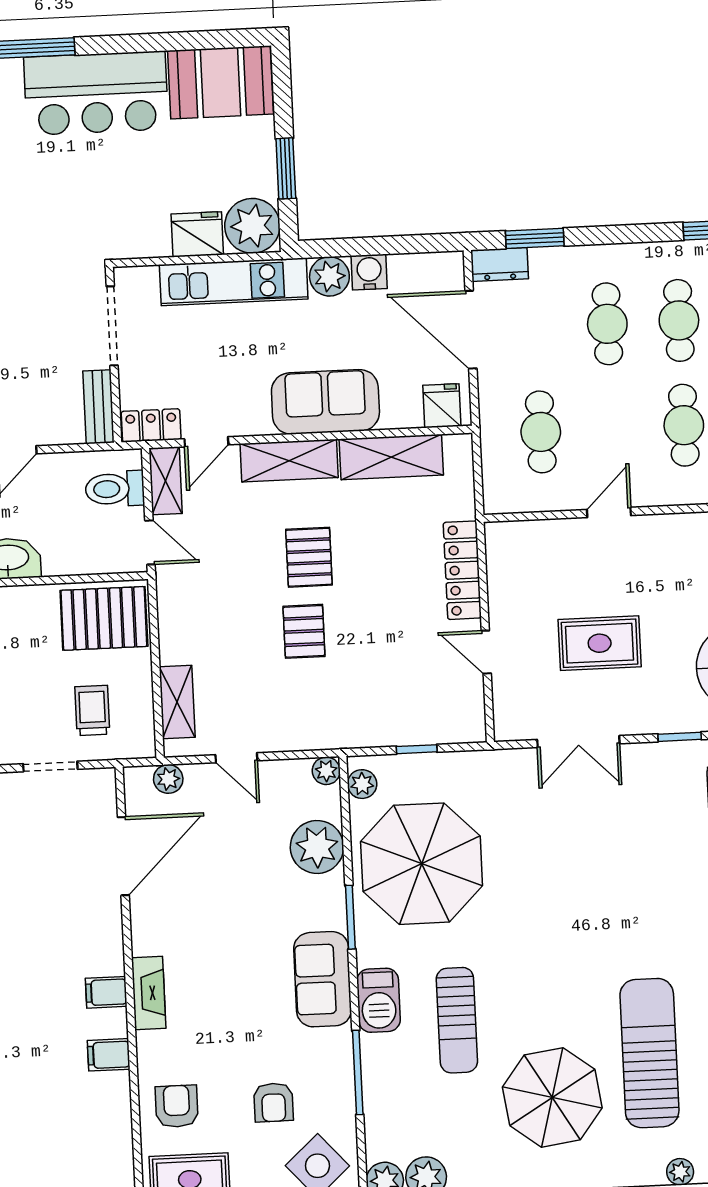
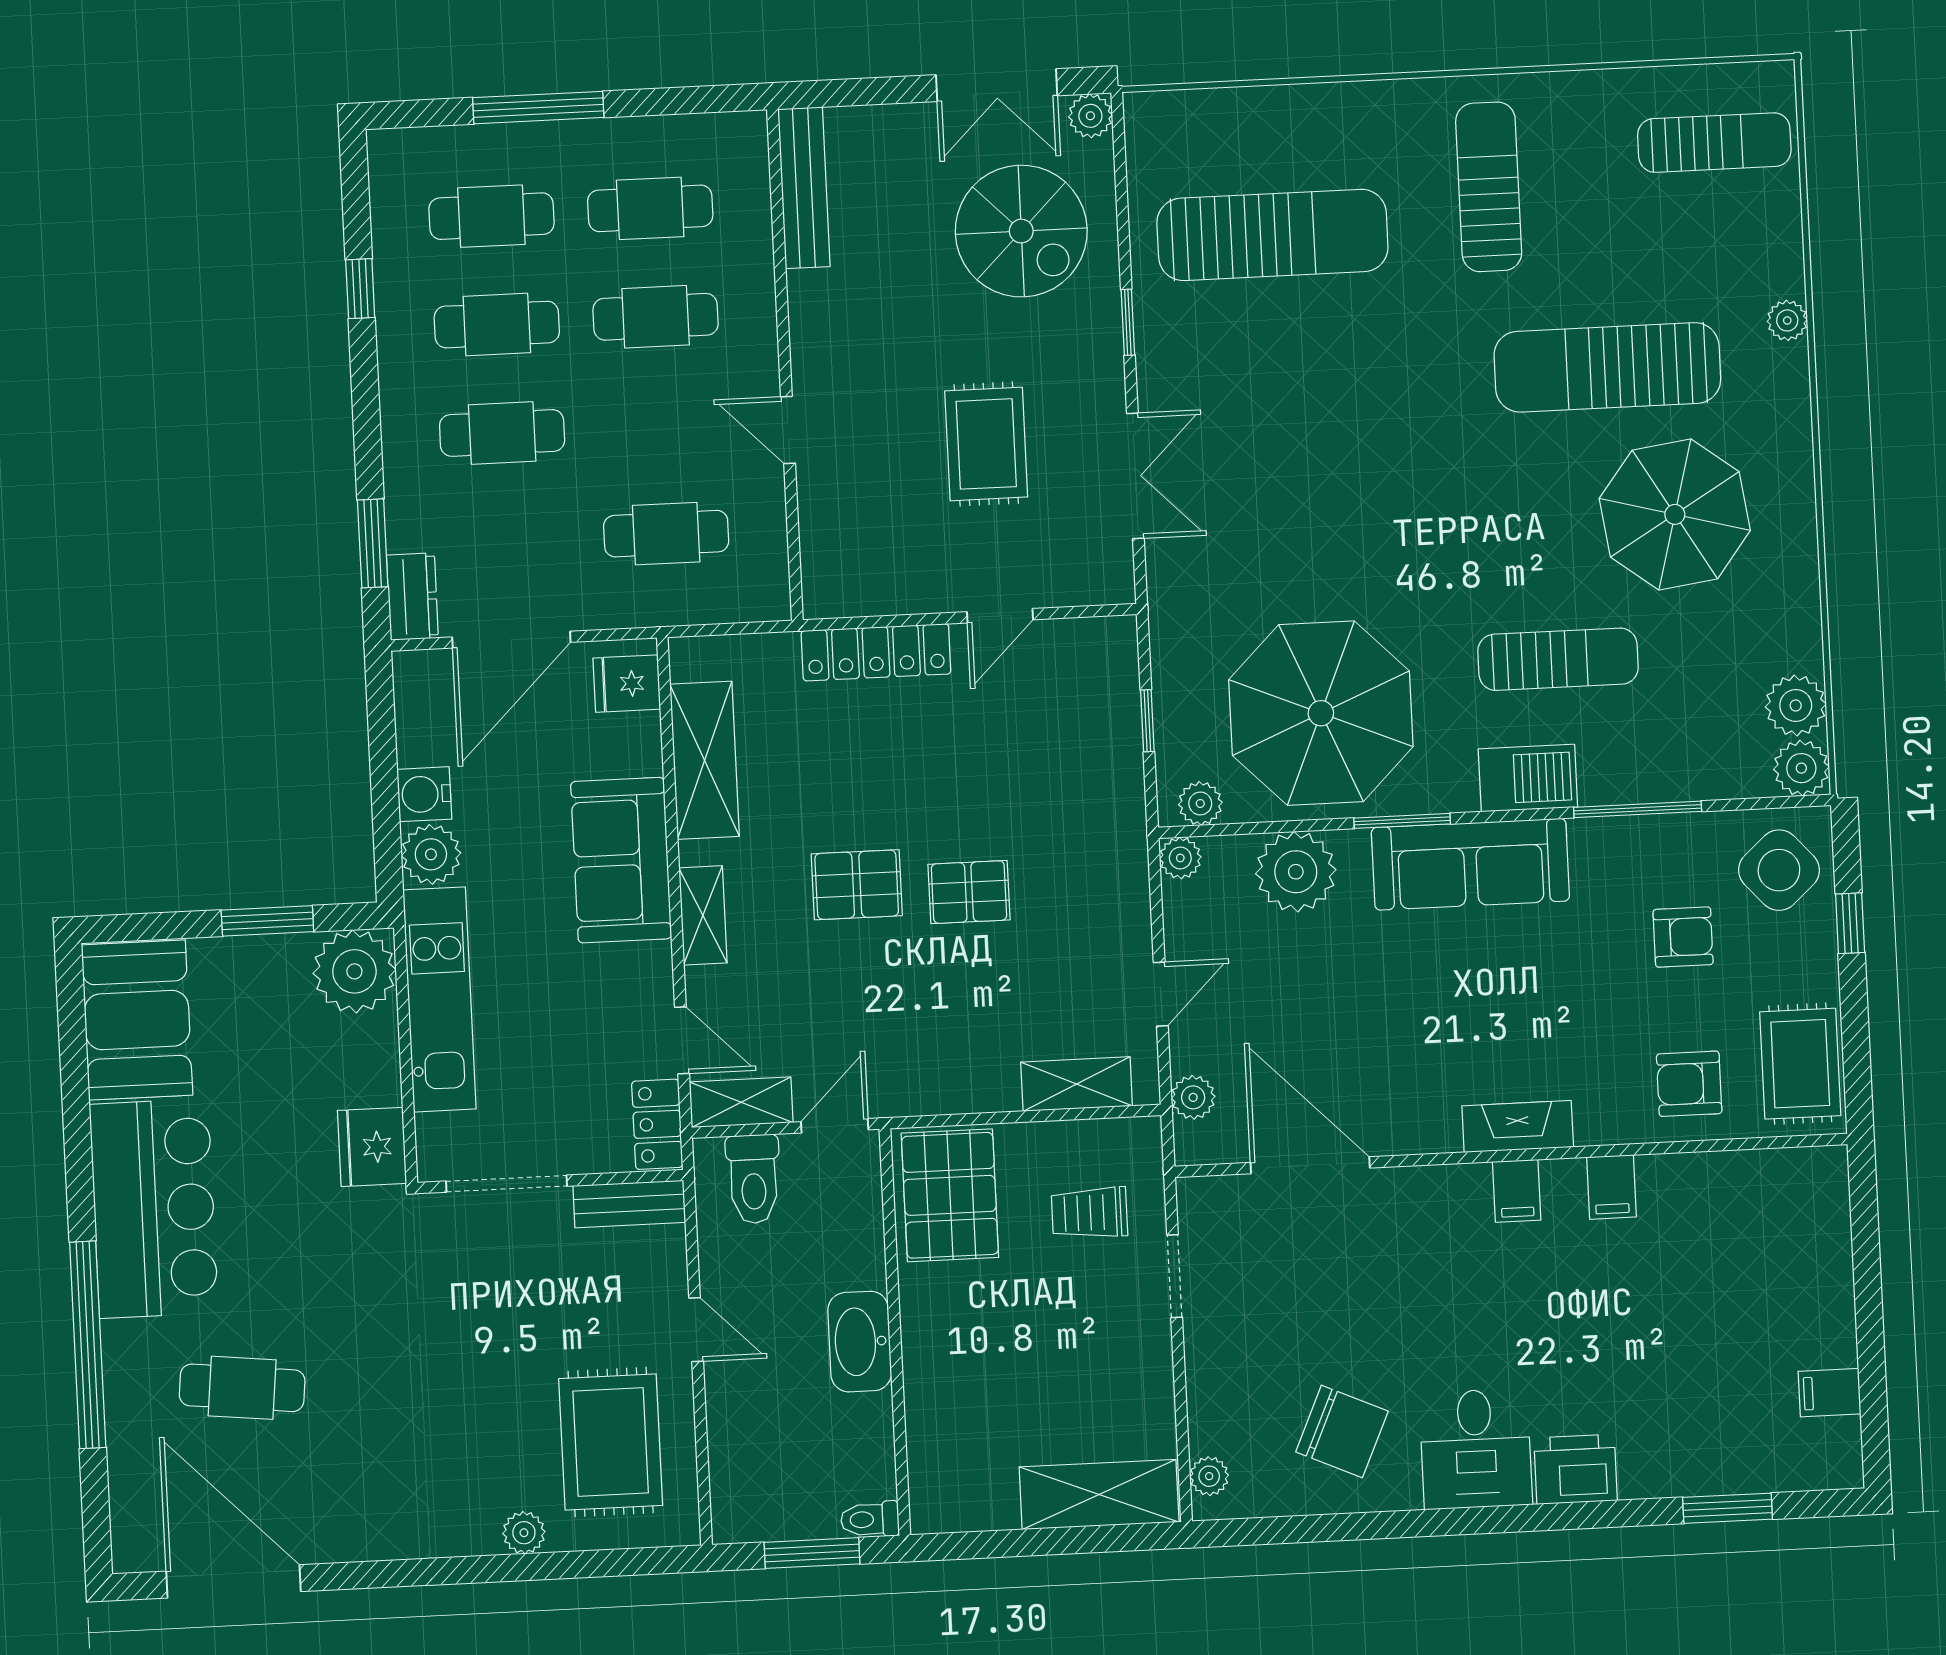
fridge: (197, 234) -> (372, 1147), moved
shelving: (289, 461) -> (703, 915), width x0.67, depth x0.75
sofa: (323, 979) -> (1470, 864), width x1.36

